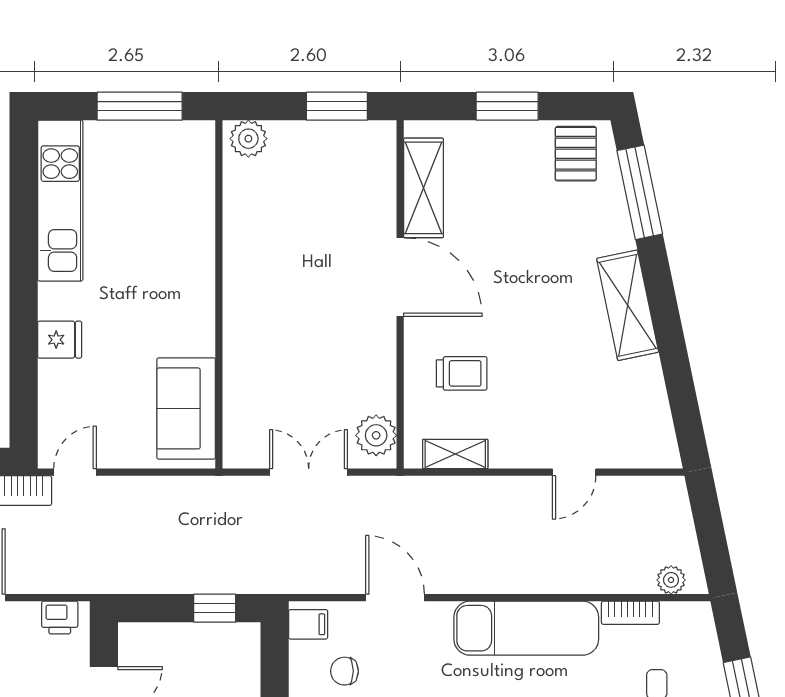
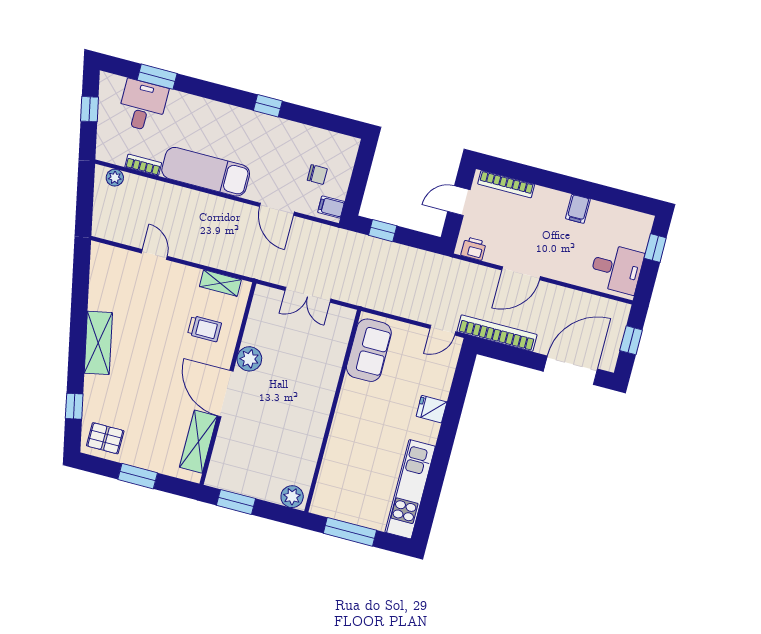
pallet: (576, 154) -> (105, 438), turned 90
window: (640, 192) -> (74, 406), width x0.46
trolley: (462, 373) -> (204, 329), turned 180
plant: (376, 435) -> (249, 359), moved
door: (574, 472) -> (154, 255), hinge flipped

